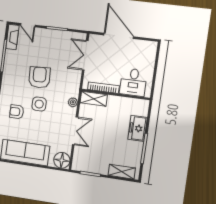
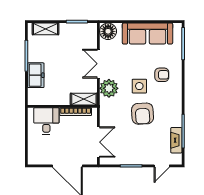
door: (28, 25) -> (162, 166), swing flipped
fireplace: (12, 37) -> (176, 140), moved
plant: (73, 102) -> (109, 88), width x1.88, depth x1.88

